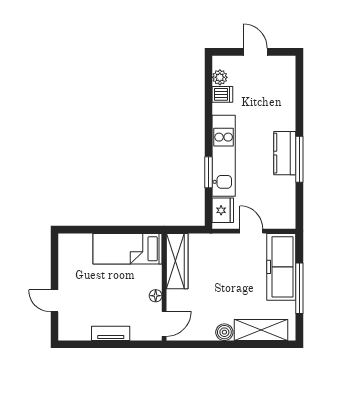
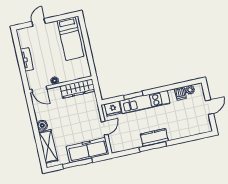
bed: (127, 249) -> (70, 39), moved, turned 180

